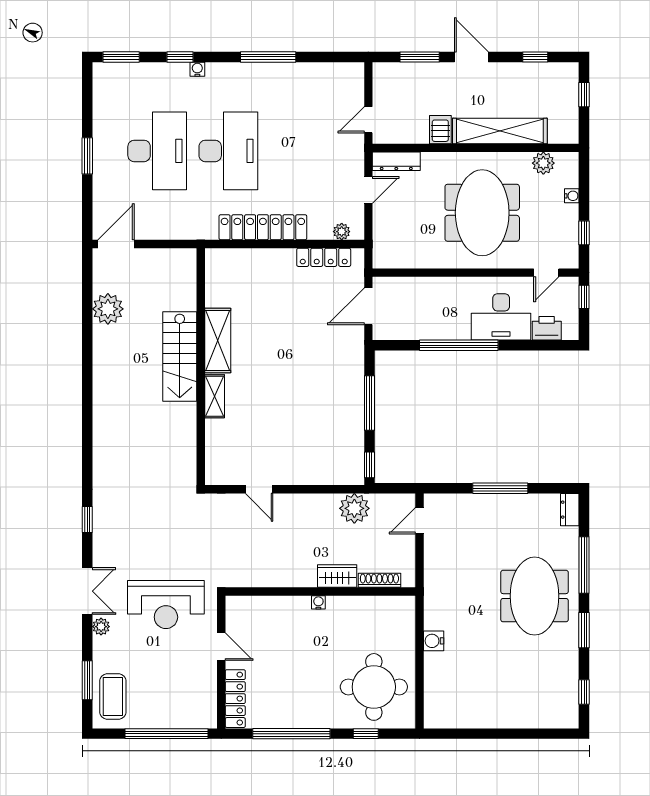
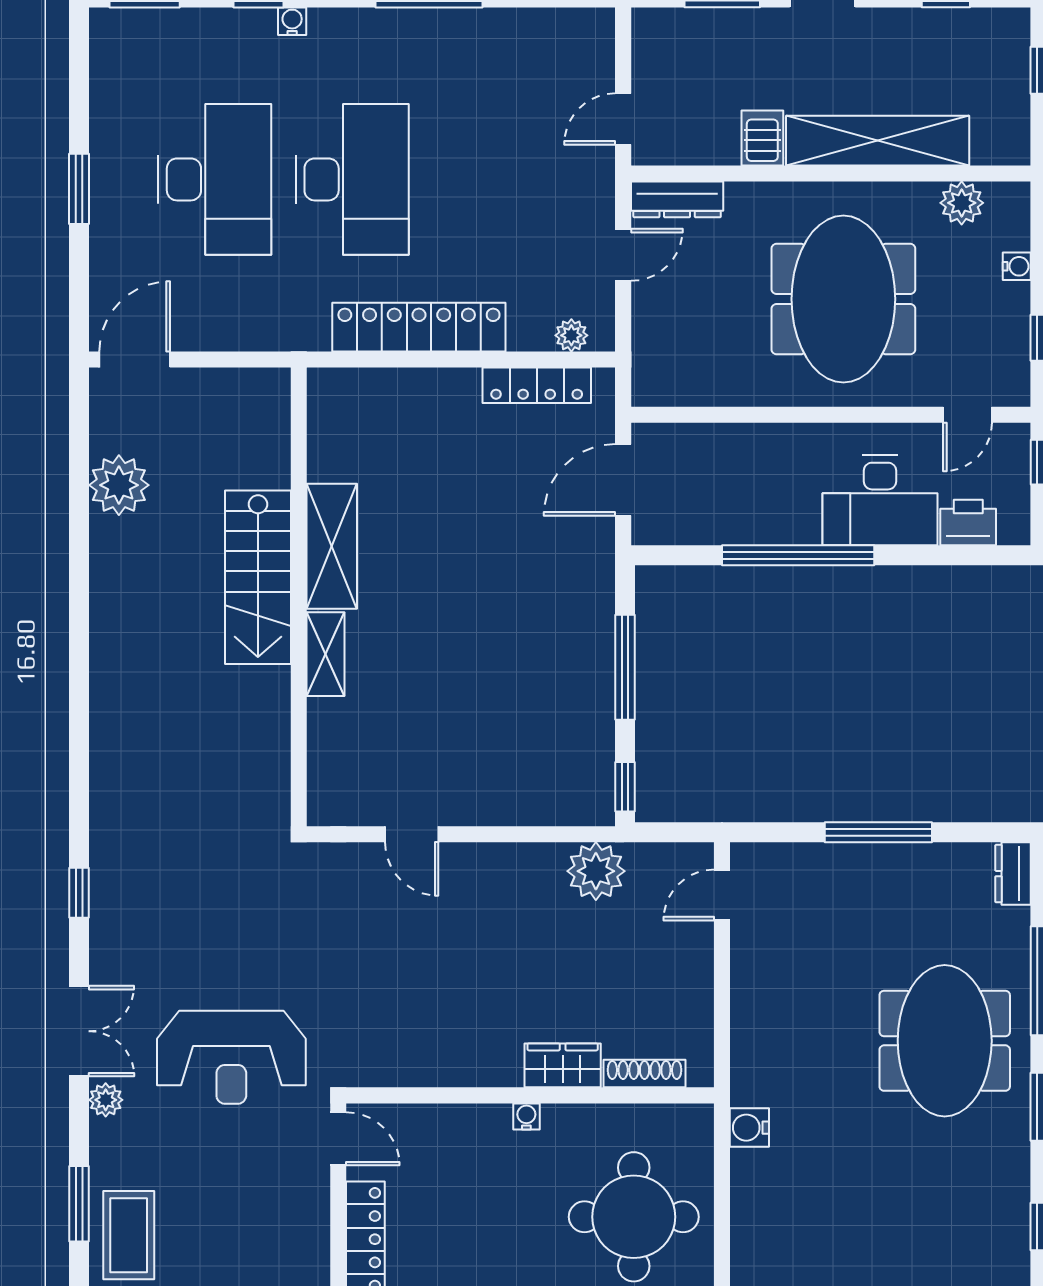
wardrobe: (337, 576) -> (563, 1065), moved
shoe rack: (379, 580) -> (645, 1074), moved
wall: (320, 592) -> (530, 1095), moved
water cooler: (318, 602) -> (526, 1116), moved

